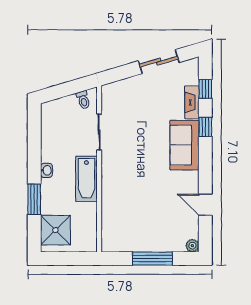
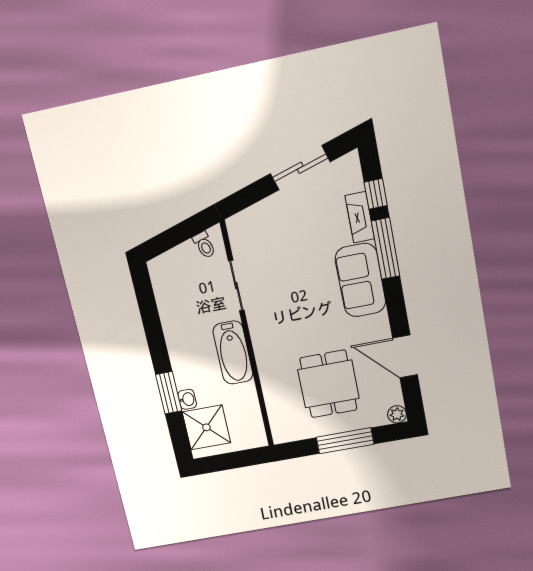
window: (205, 127) -> (386, 248), width x2.17
washbasin: (46, 170) -> (187, 399), moved
door: (205, 205) -> (405, 357), width x1.38
dining table: (149, 214) -> (328, 384), added

